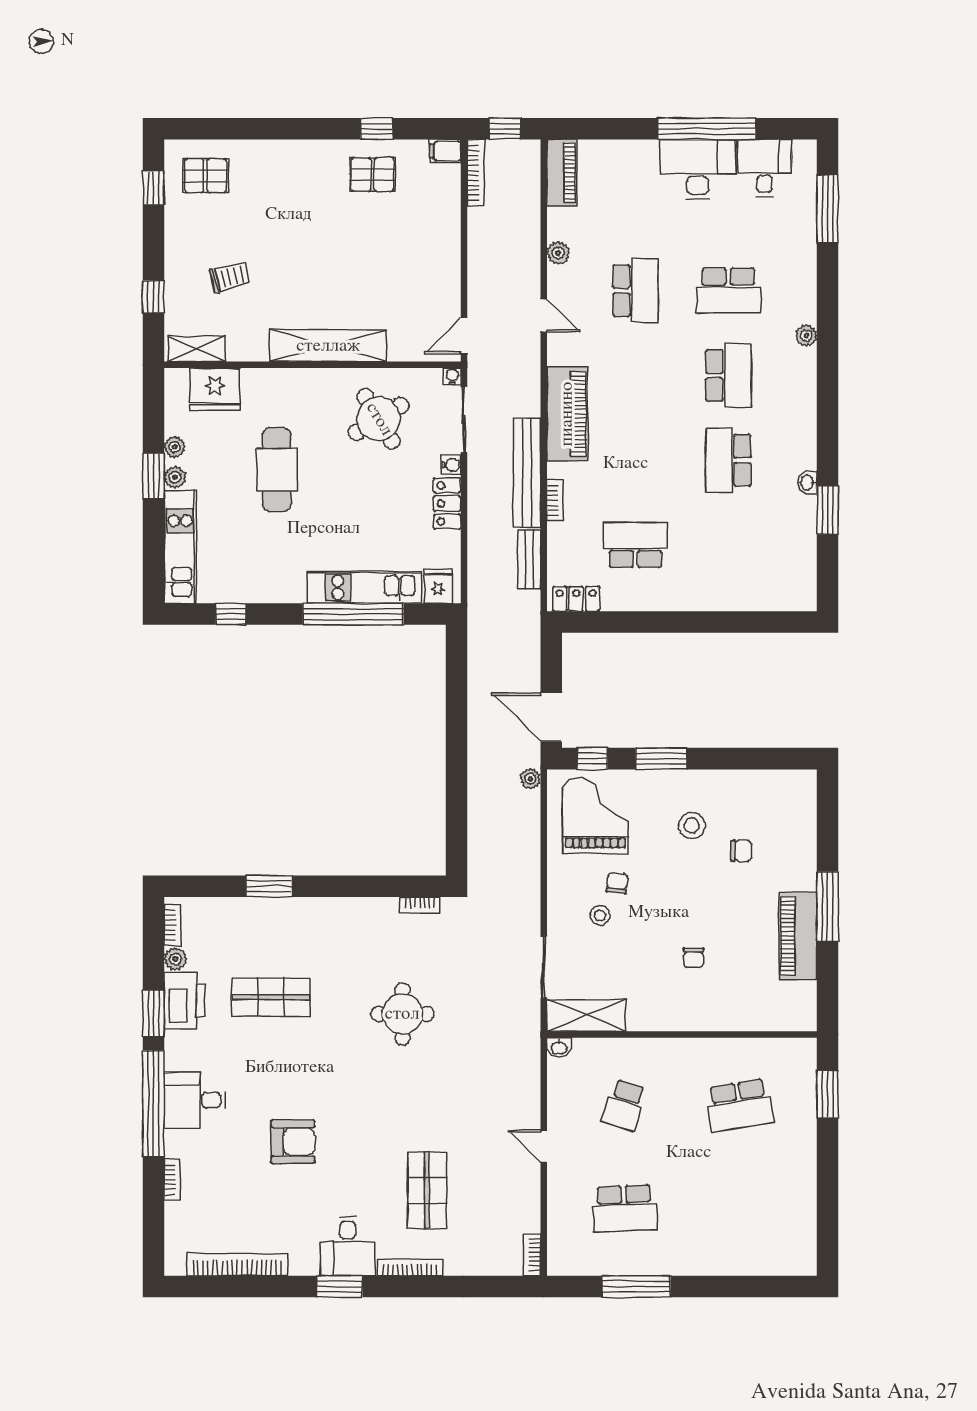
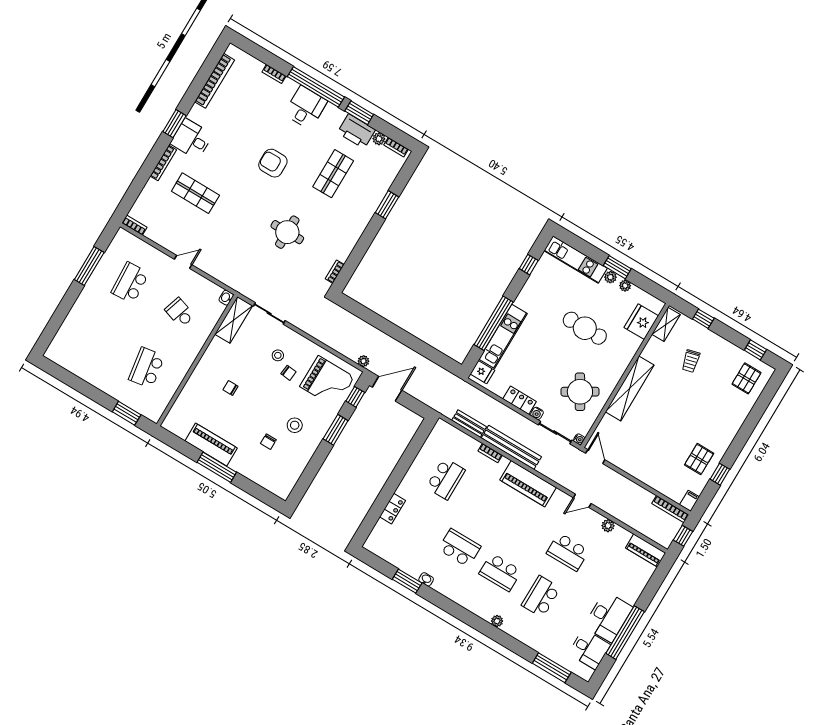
locker: (576, 599) -> (393, 509), moved
armchair: (293, 1142) -> (273, 163), moved, turned 90

